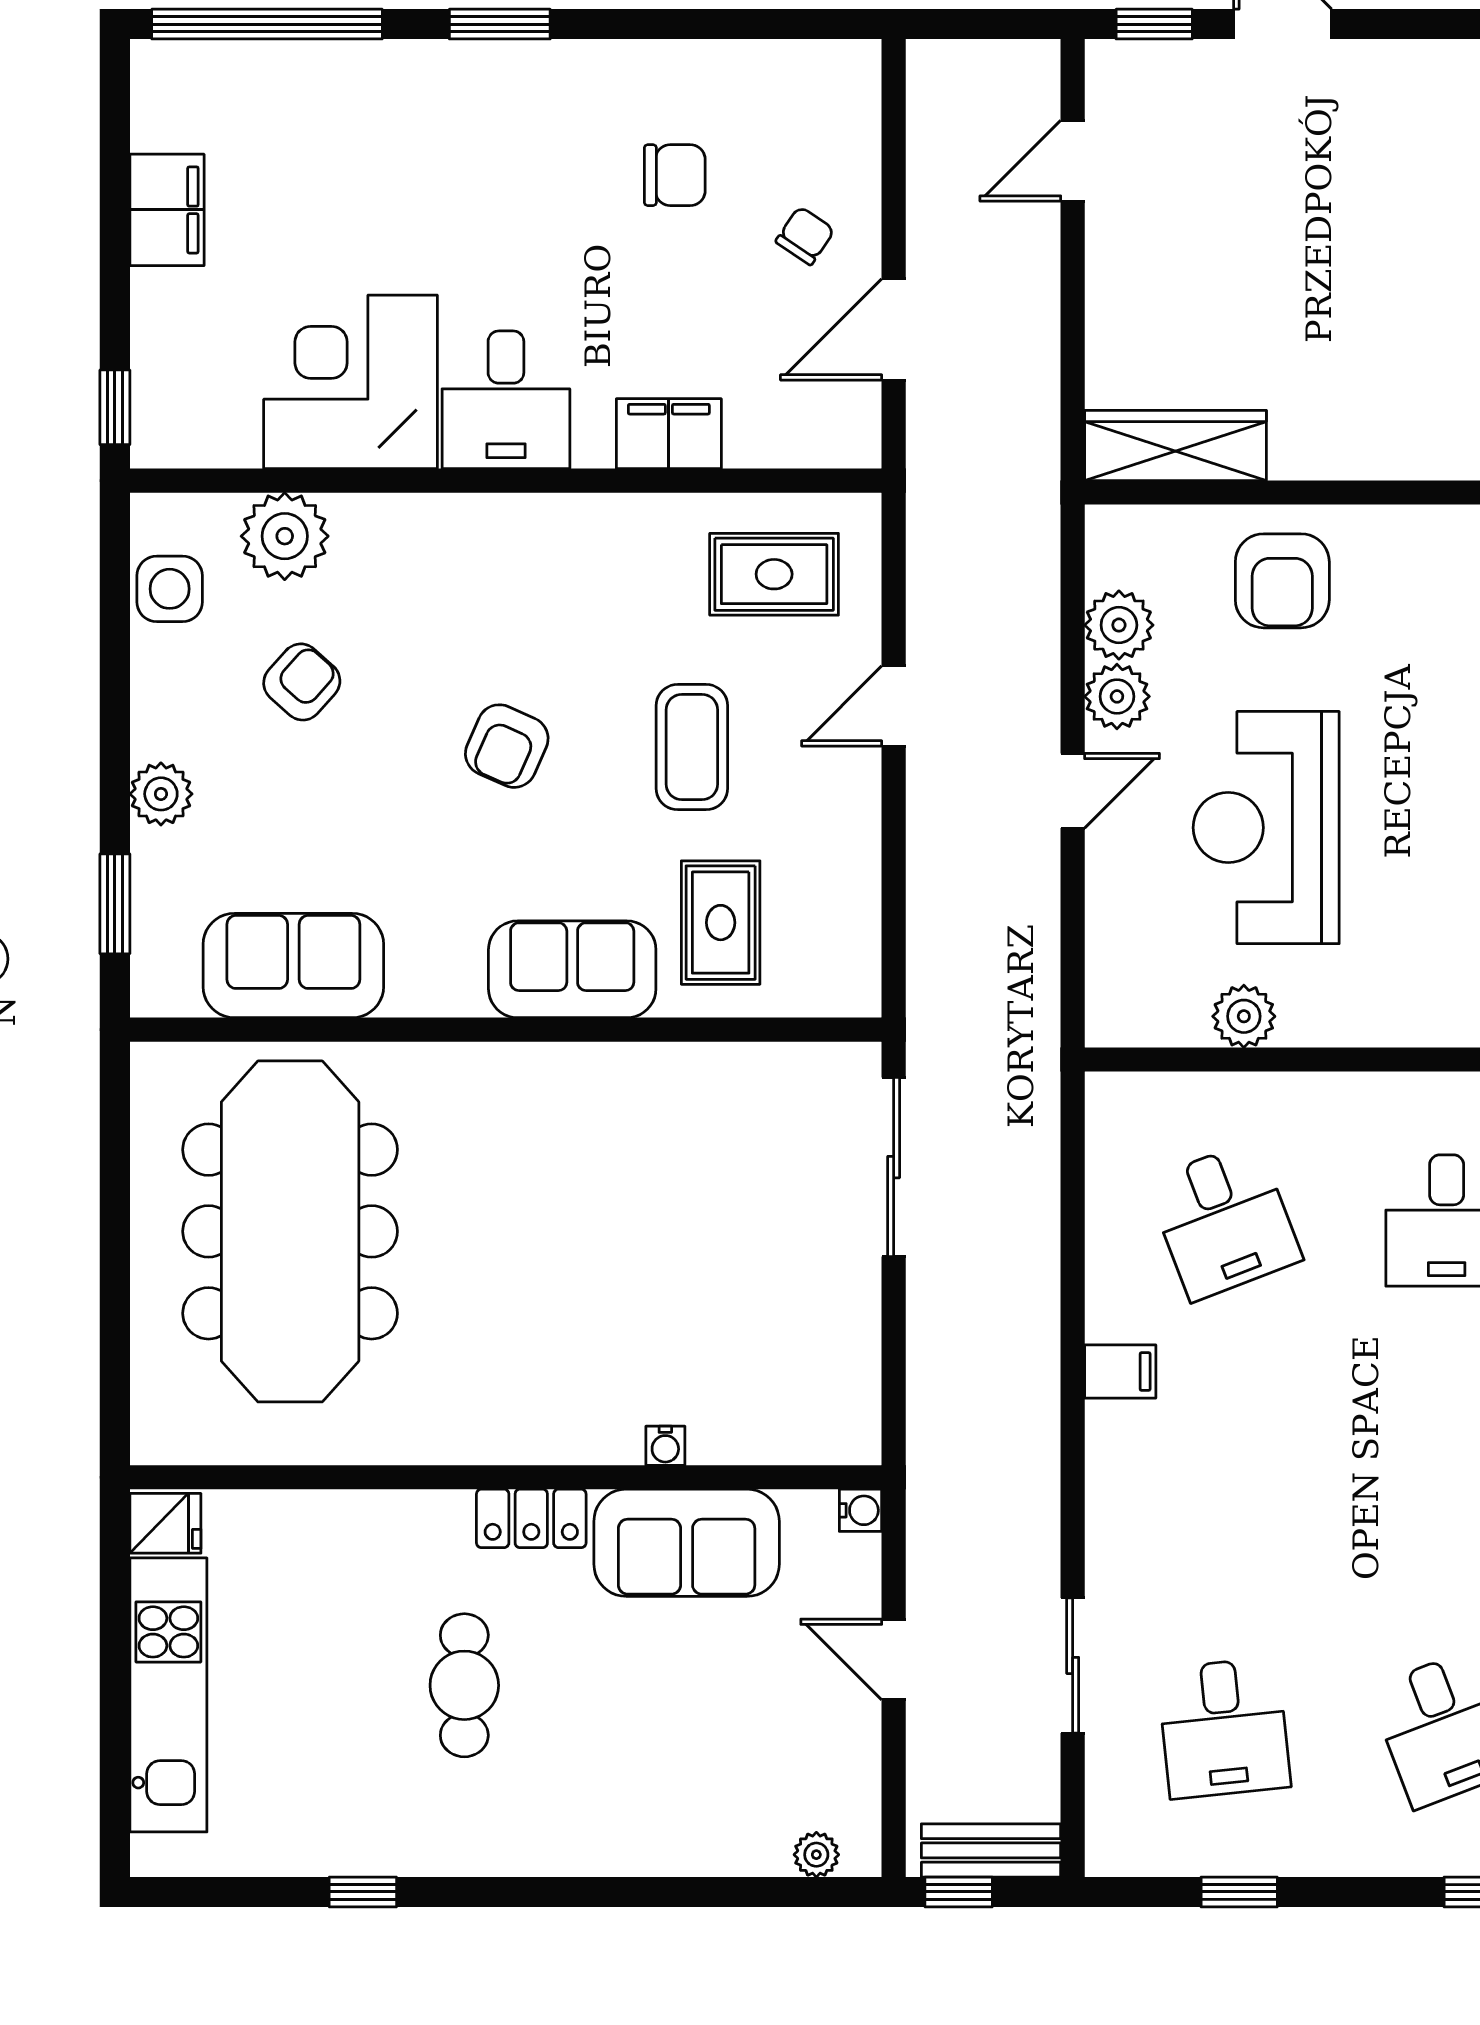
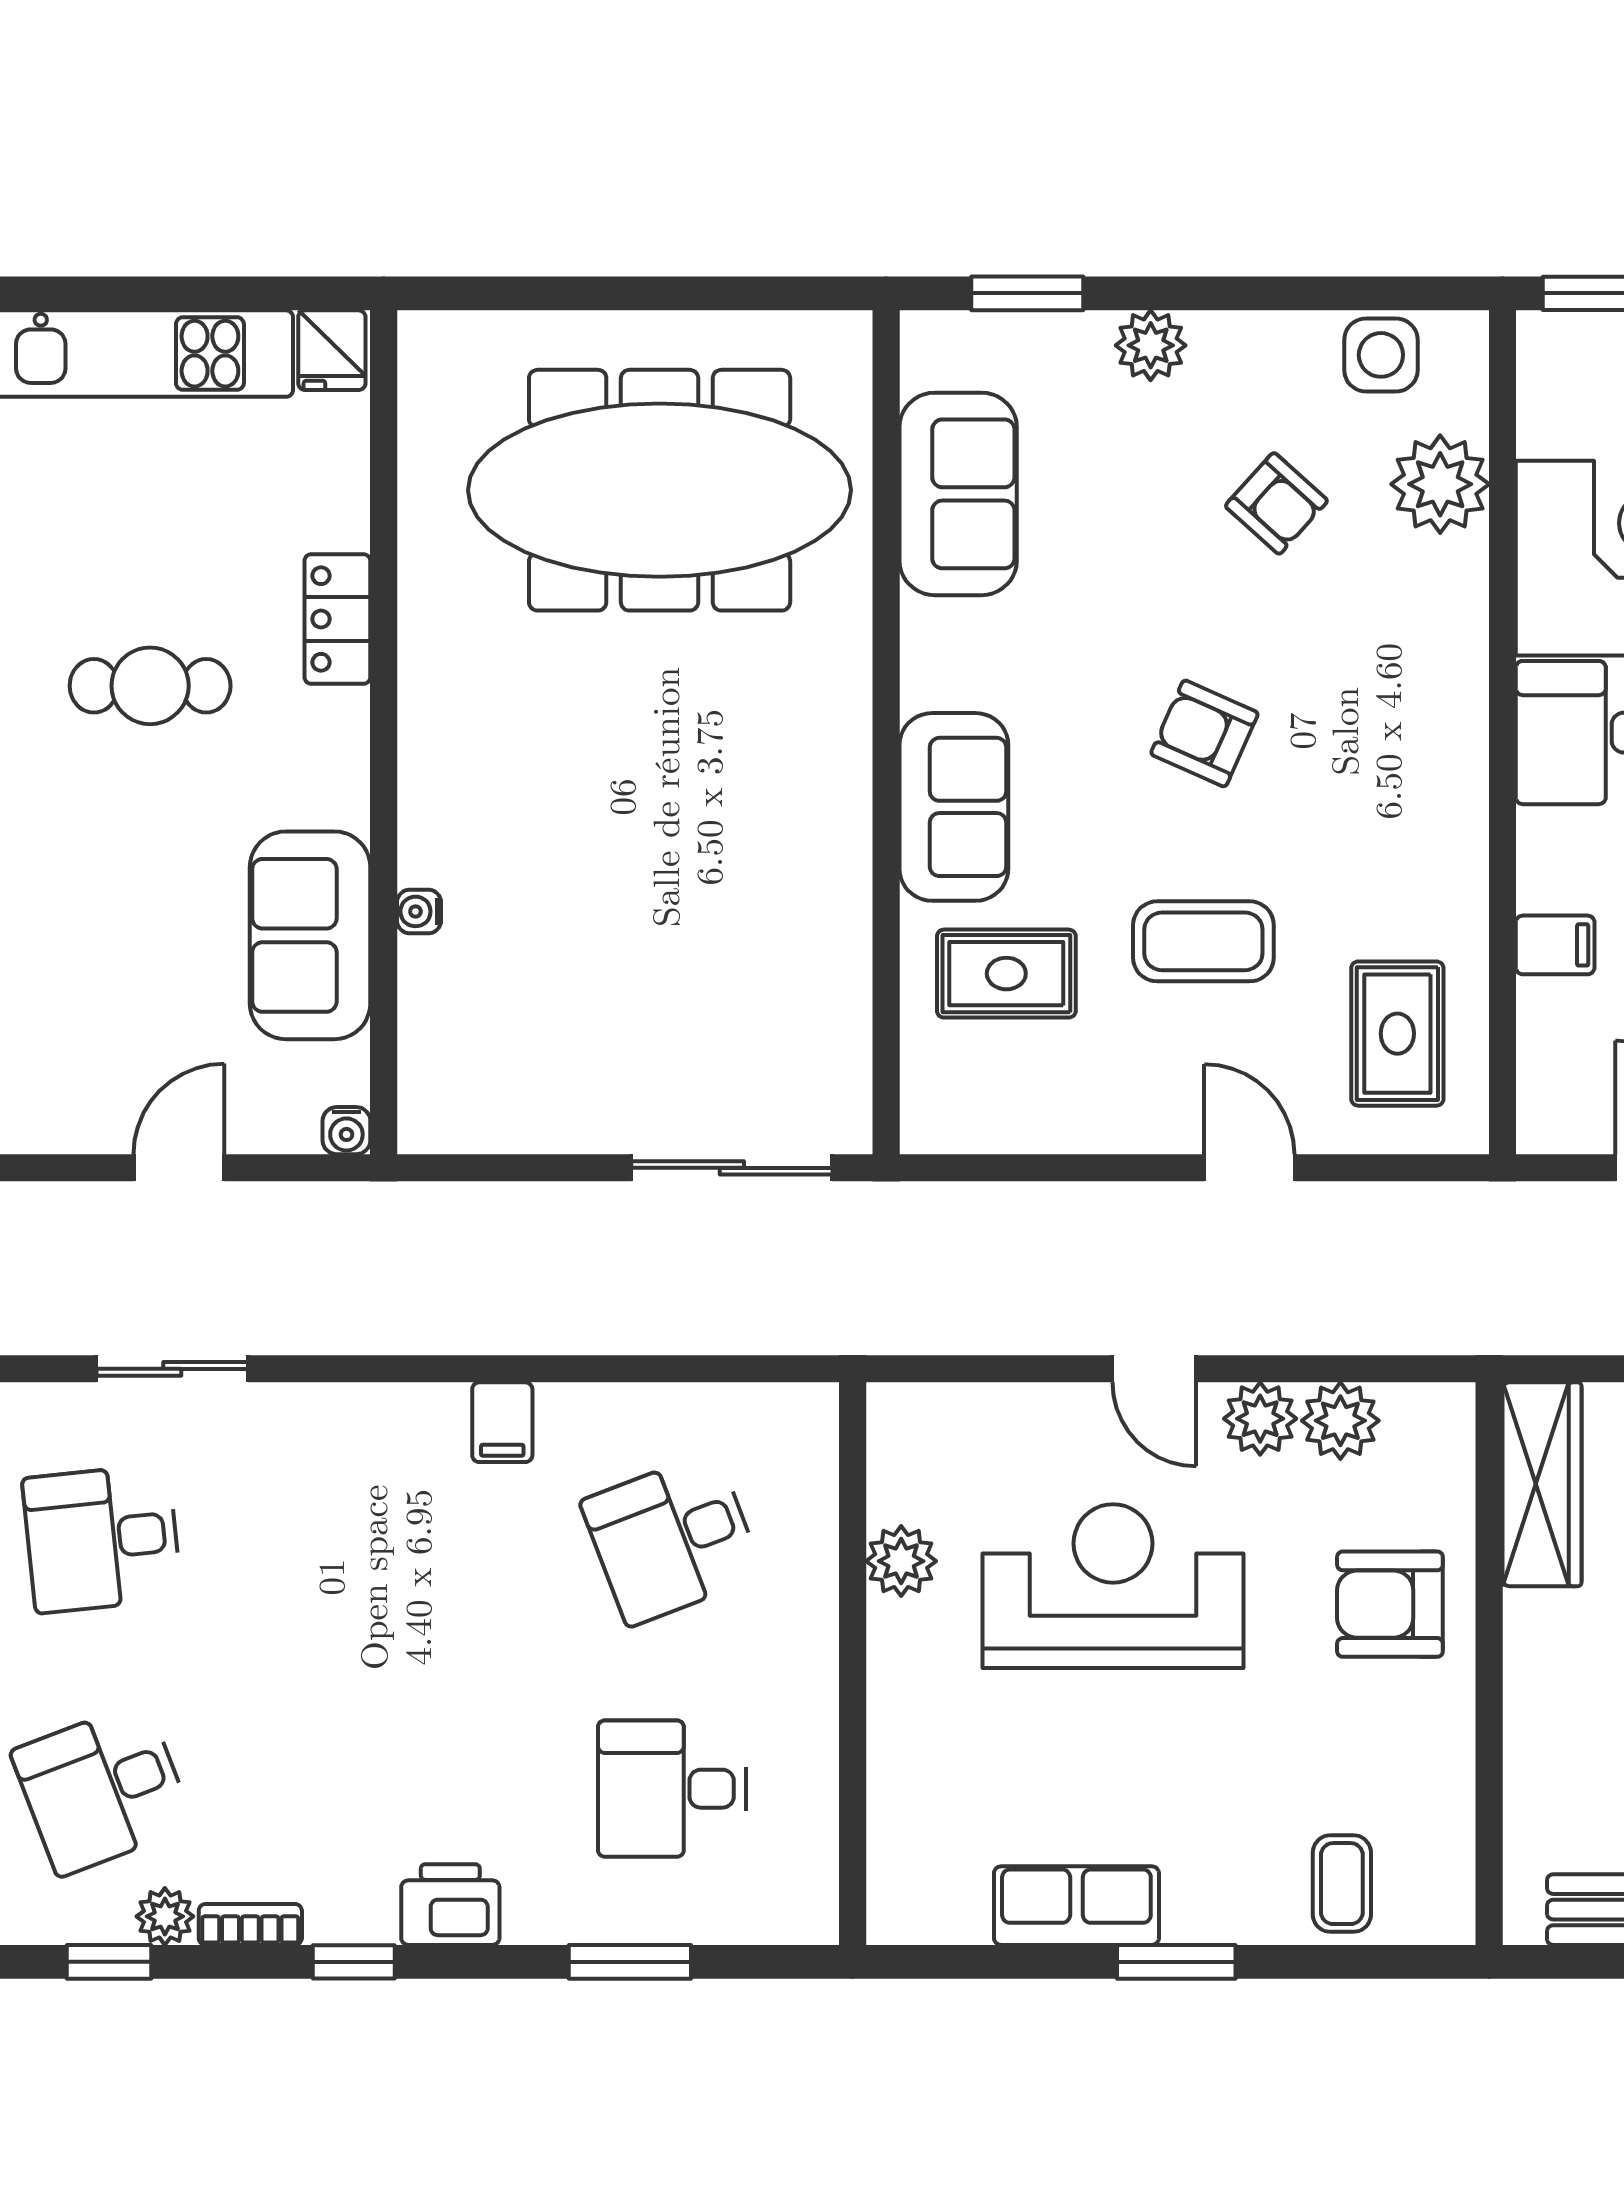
filing cabinet: (669, 434) -> (1555, 945), width x0.50
locker: (531, 1518) -> (337, 619), moved

